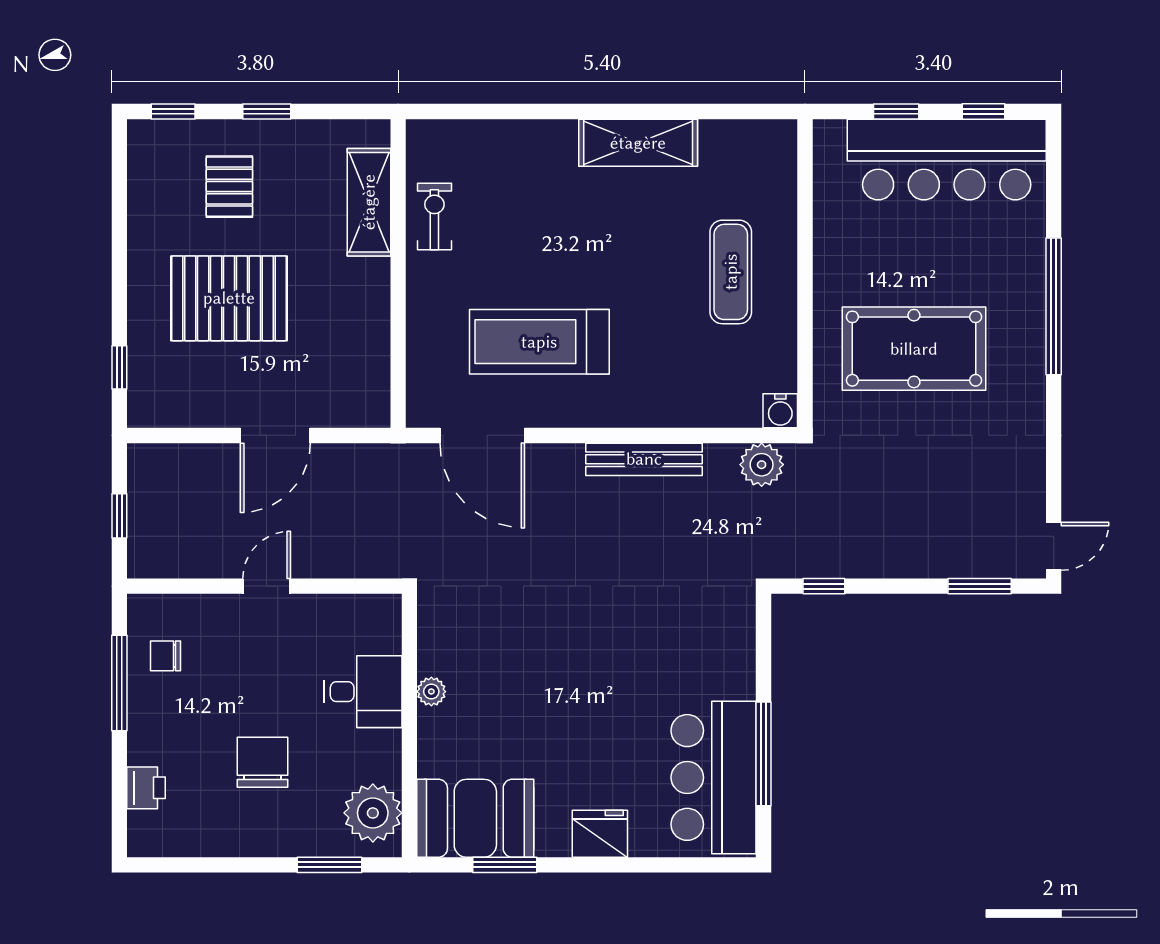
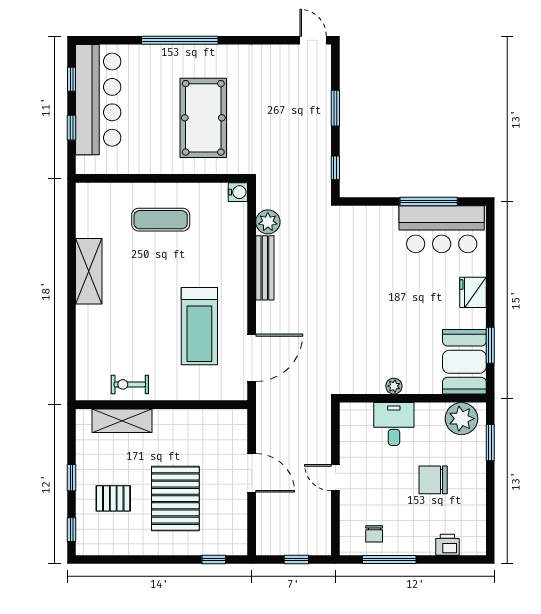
plant: (762, 465) -> (268, 222), moved
window: (980, 586) -> (335, 108), moved

